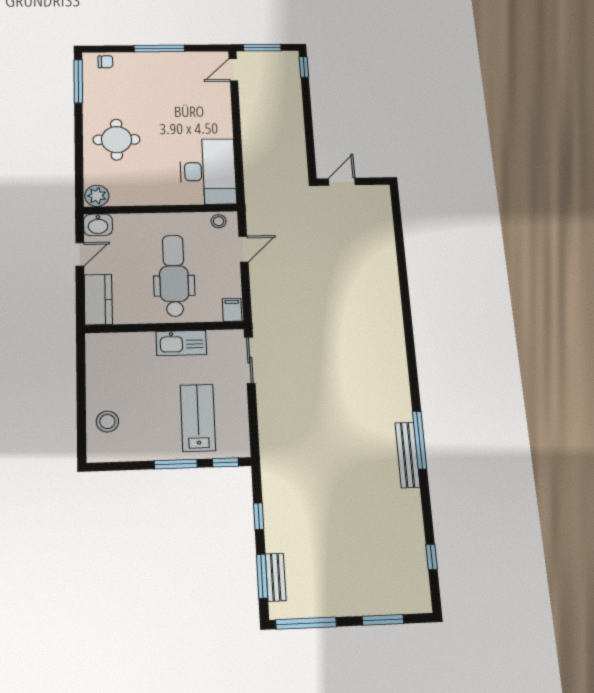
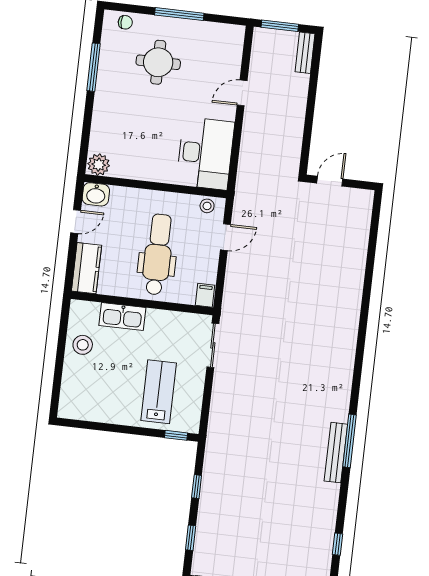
window: (304, 67) -> (317, 52), removed
door: (233, 70) -> (242, 93), moved
window: (78, 81) -> (94, 67), moved
round table: (116, 140) -> (158, 62), moved
kitchen sink: (181, 343) -> (122, 317), moved
stool: (107, 422) -> (83, 345), moved
window: (176, 464) -> (133, 430), removed
window: (262, 576) -> (191, 538), width x0.67
bench: (276, 577) -> (305, 53), moved

